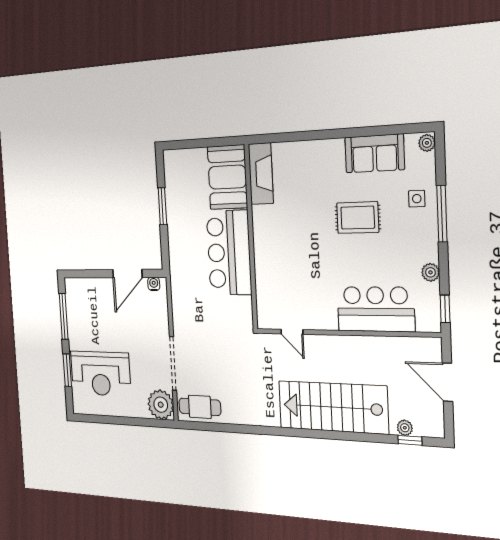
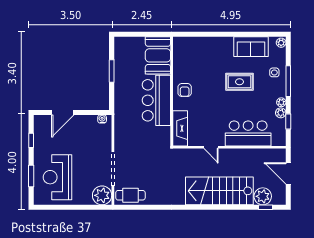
fireplace: (261, 174) -> (180, 128), moved
armchair: (271, 234) -> (185, 90), added
plant: (431, 253) -> (281, 102), added
door: (127, 274) -> (63, 112), moved
window: (445, 309) -> (288, 121), moved
window: (64, 316) -> (31, 140), width x0.46
door: (292, 332) -> (211, 147), moved
reception desk: (100, 374) -> (58, 177), turned 90
plant: (405, 428) -> (263, 196), width x1.88, depth x1.88

